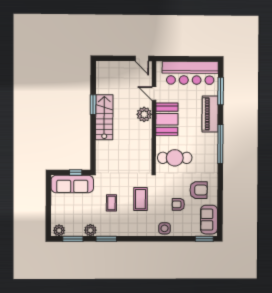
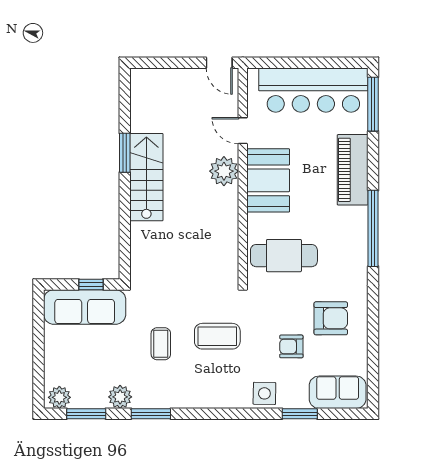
window: (221, 91) -> (373, 104), moved
coffee table: (140, 199) -> (217, 336), turned 90
sofa: (209, 220) -> (338, 392), moved, turned 90
window: (204, 239) -> (300, 414), moved

